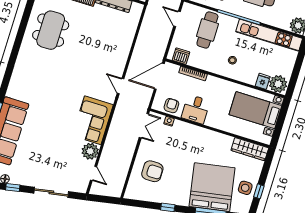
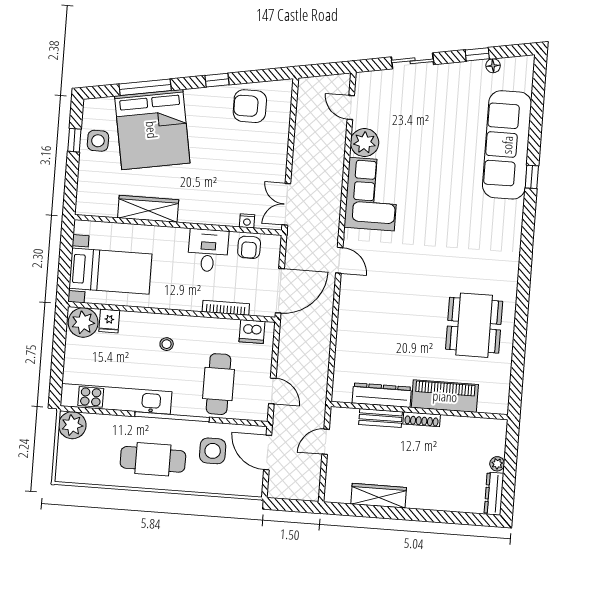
wardrobe: (250, 149) -> (148, 209), moved
armchair: (152, 171) -> (250, 106), moved
sliding door: (51, 192) -> (413, 61), width x0.73

